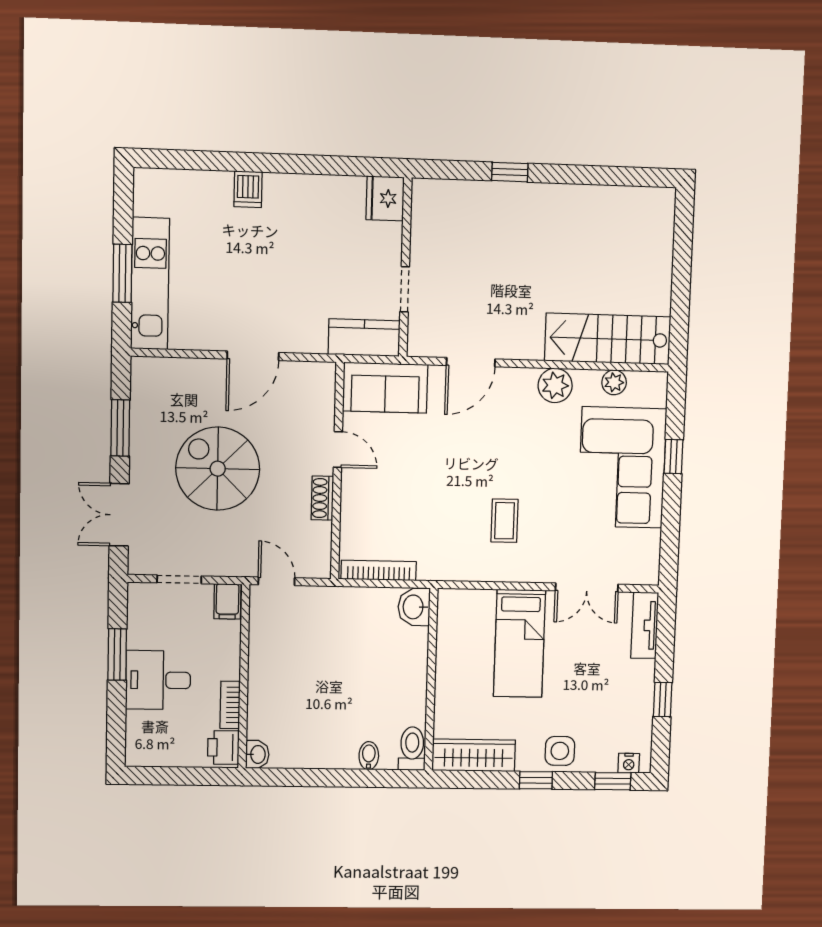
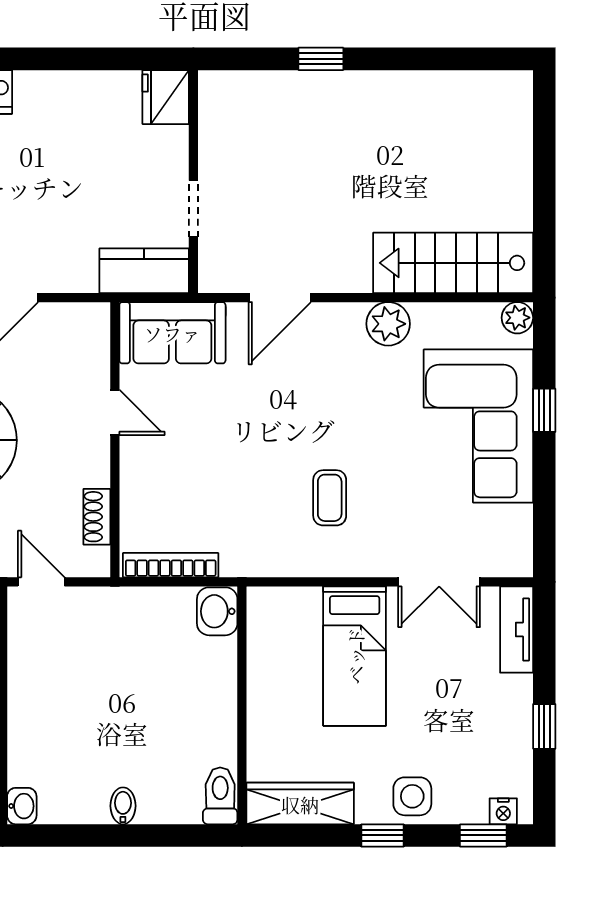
plant: (614, 382) -> (517, 318), moved
shoe rack: (322, 498) -> (97, 517), moved
bidet: (369, 756) -> (123, 806), moved

